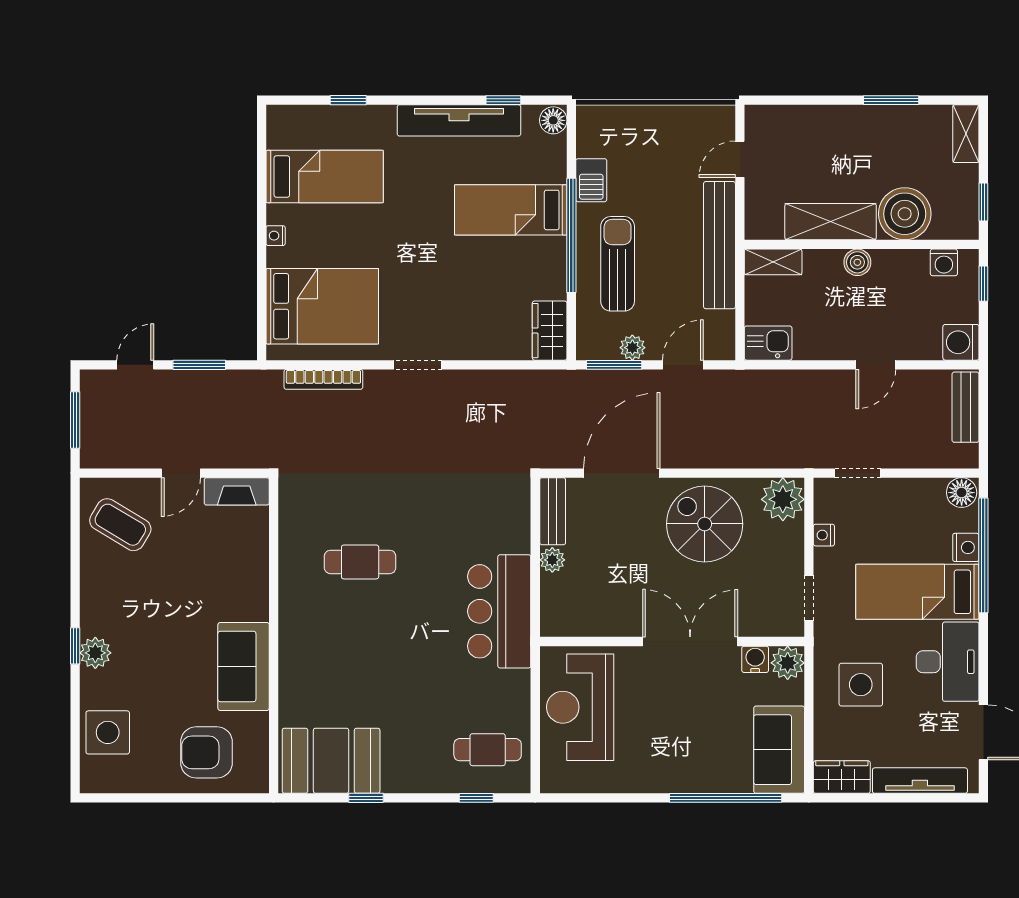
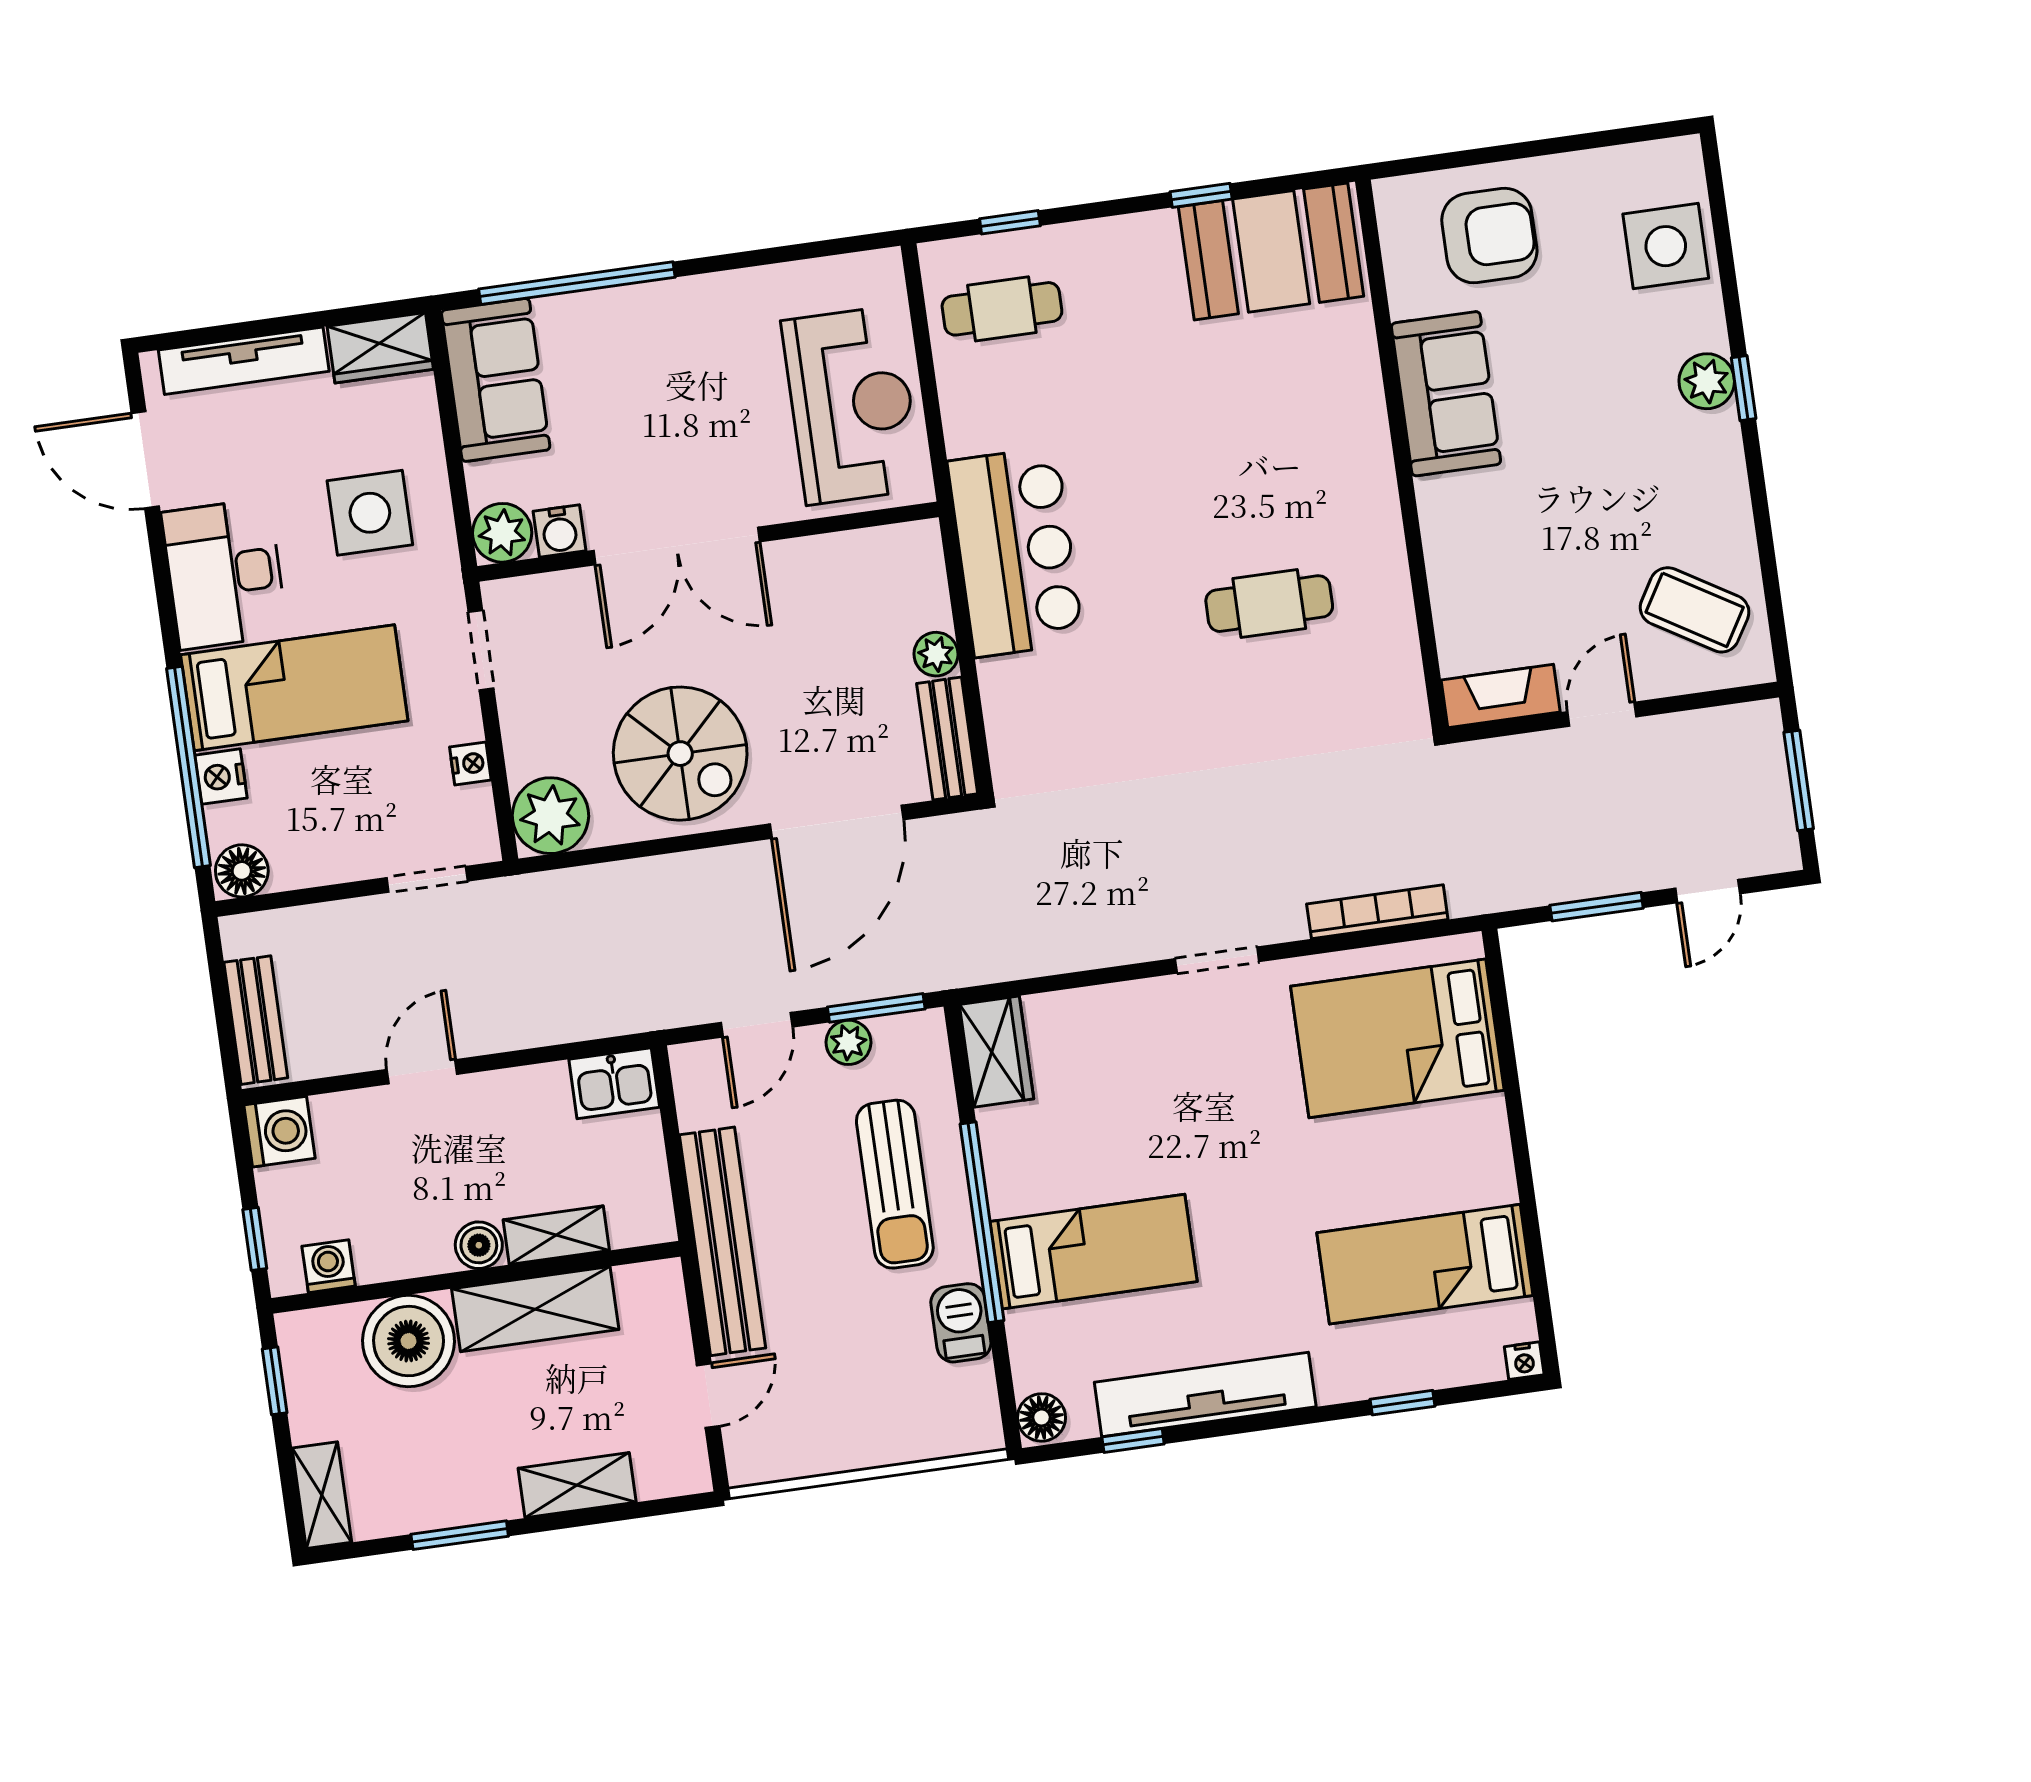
shelving: (821, 119) -> (577, 1485), added
nightstand: (276, 236) -> (1524, 1361), moved, turned 90
shelving: (773, 262) -> (556, 1235), moved

